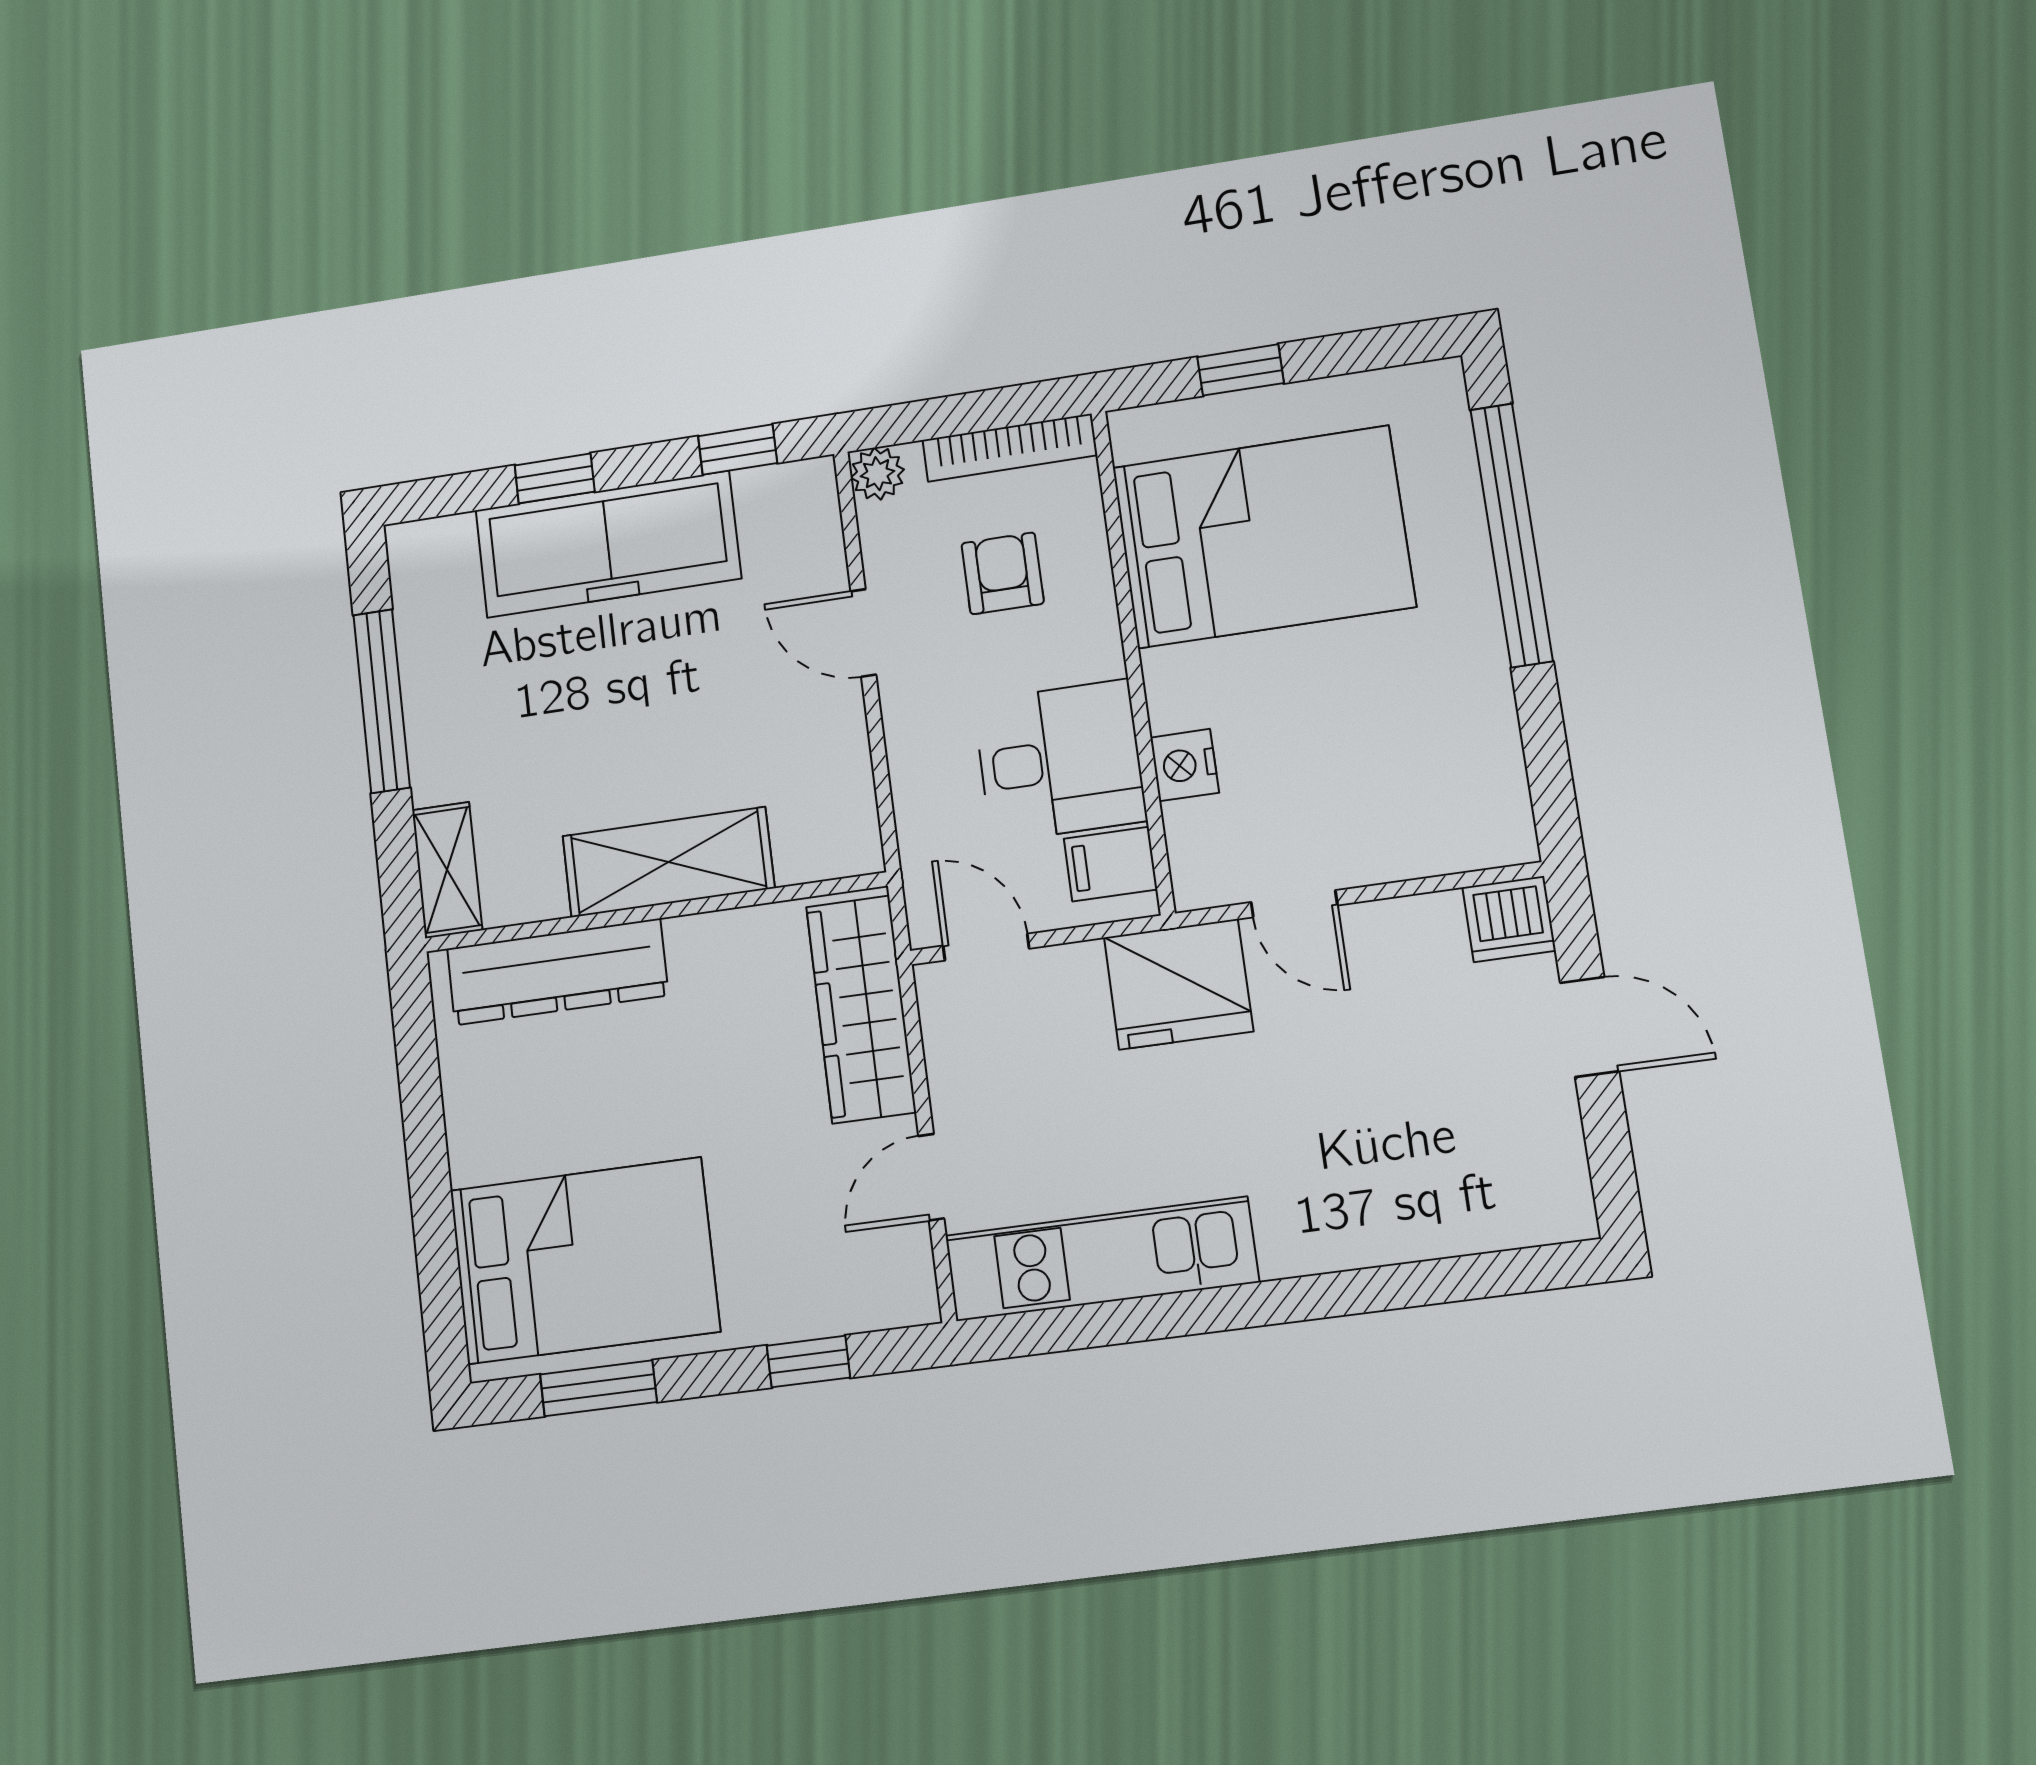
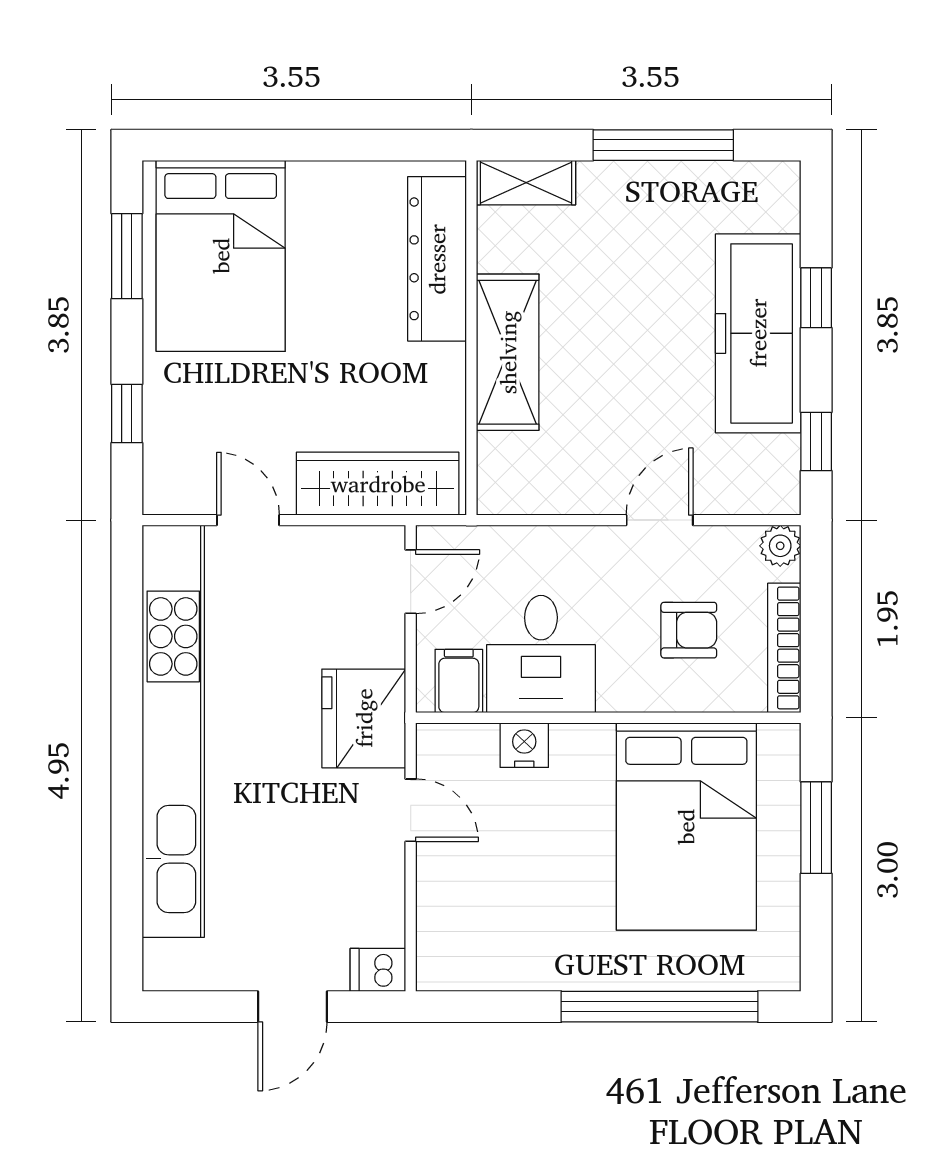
window: (1241, 370) -> (816, 828), width x1.50
door: (1294, 904) -> (411, 810), swing flipped
dishwasher: (1509, 919) -> (378, 970), width x0.73
kitchen unit: (1101, 1259) -> (173, 731), width x1.86

